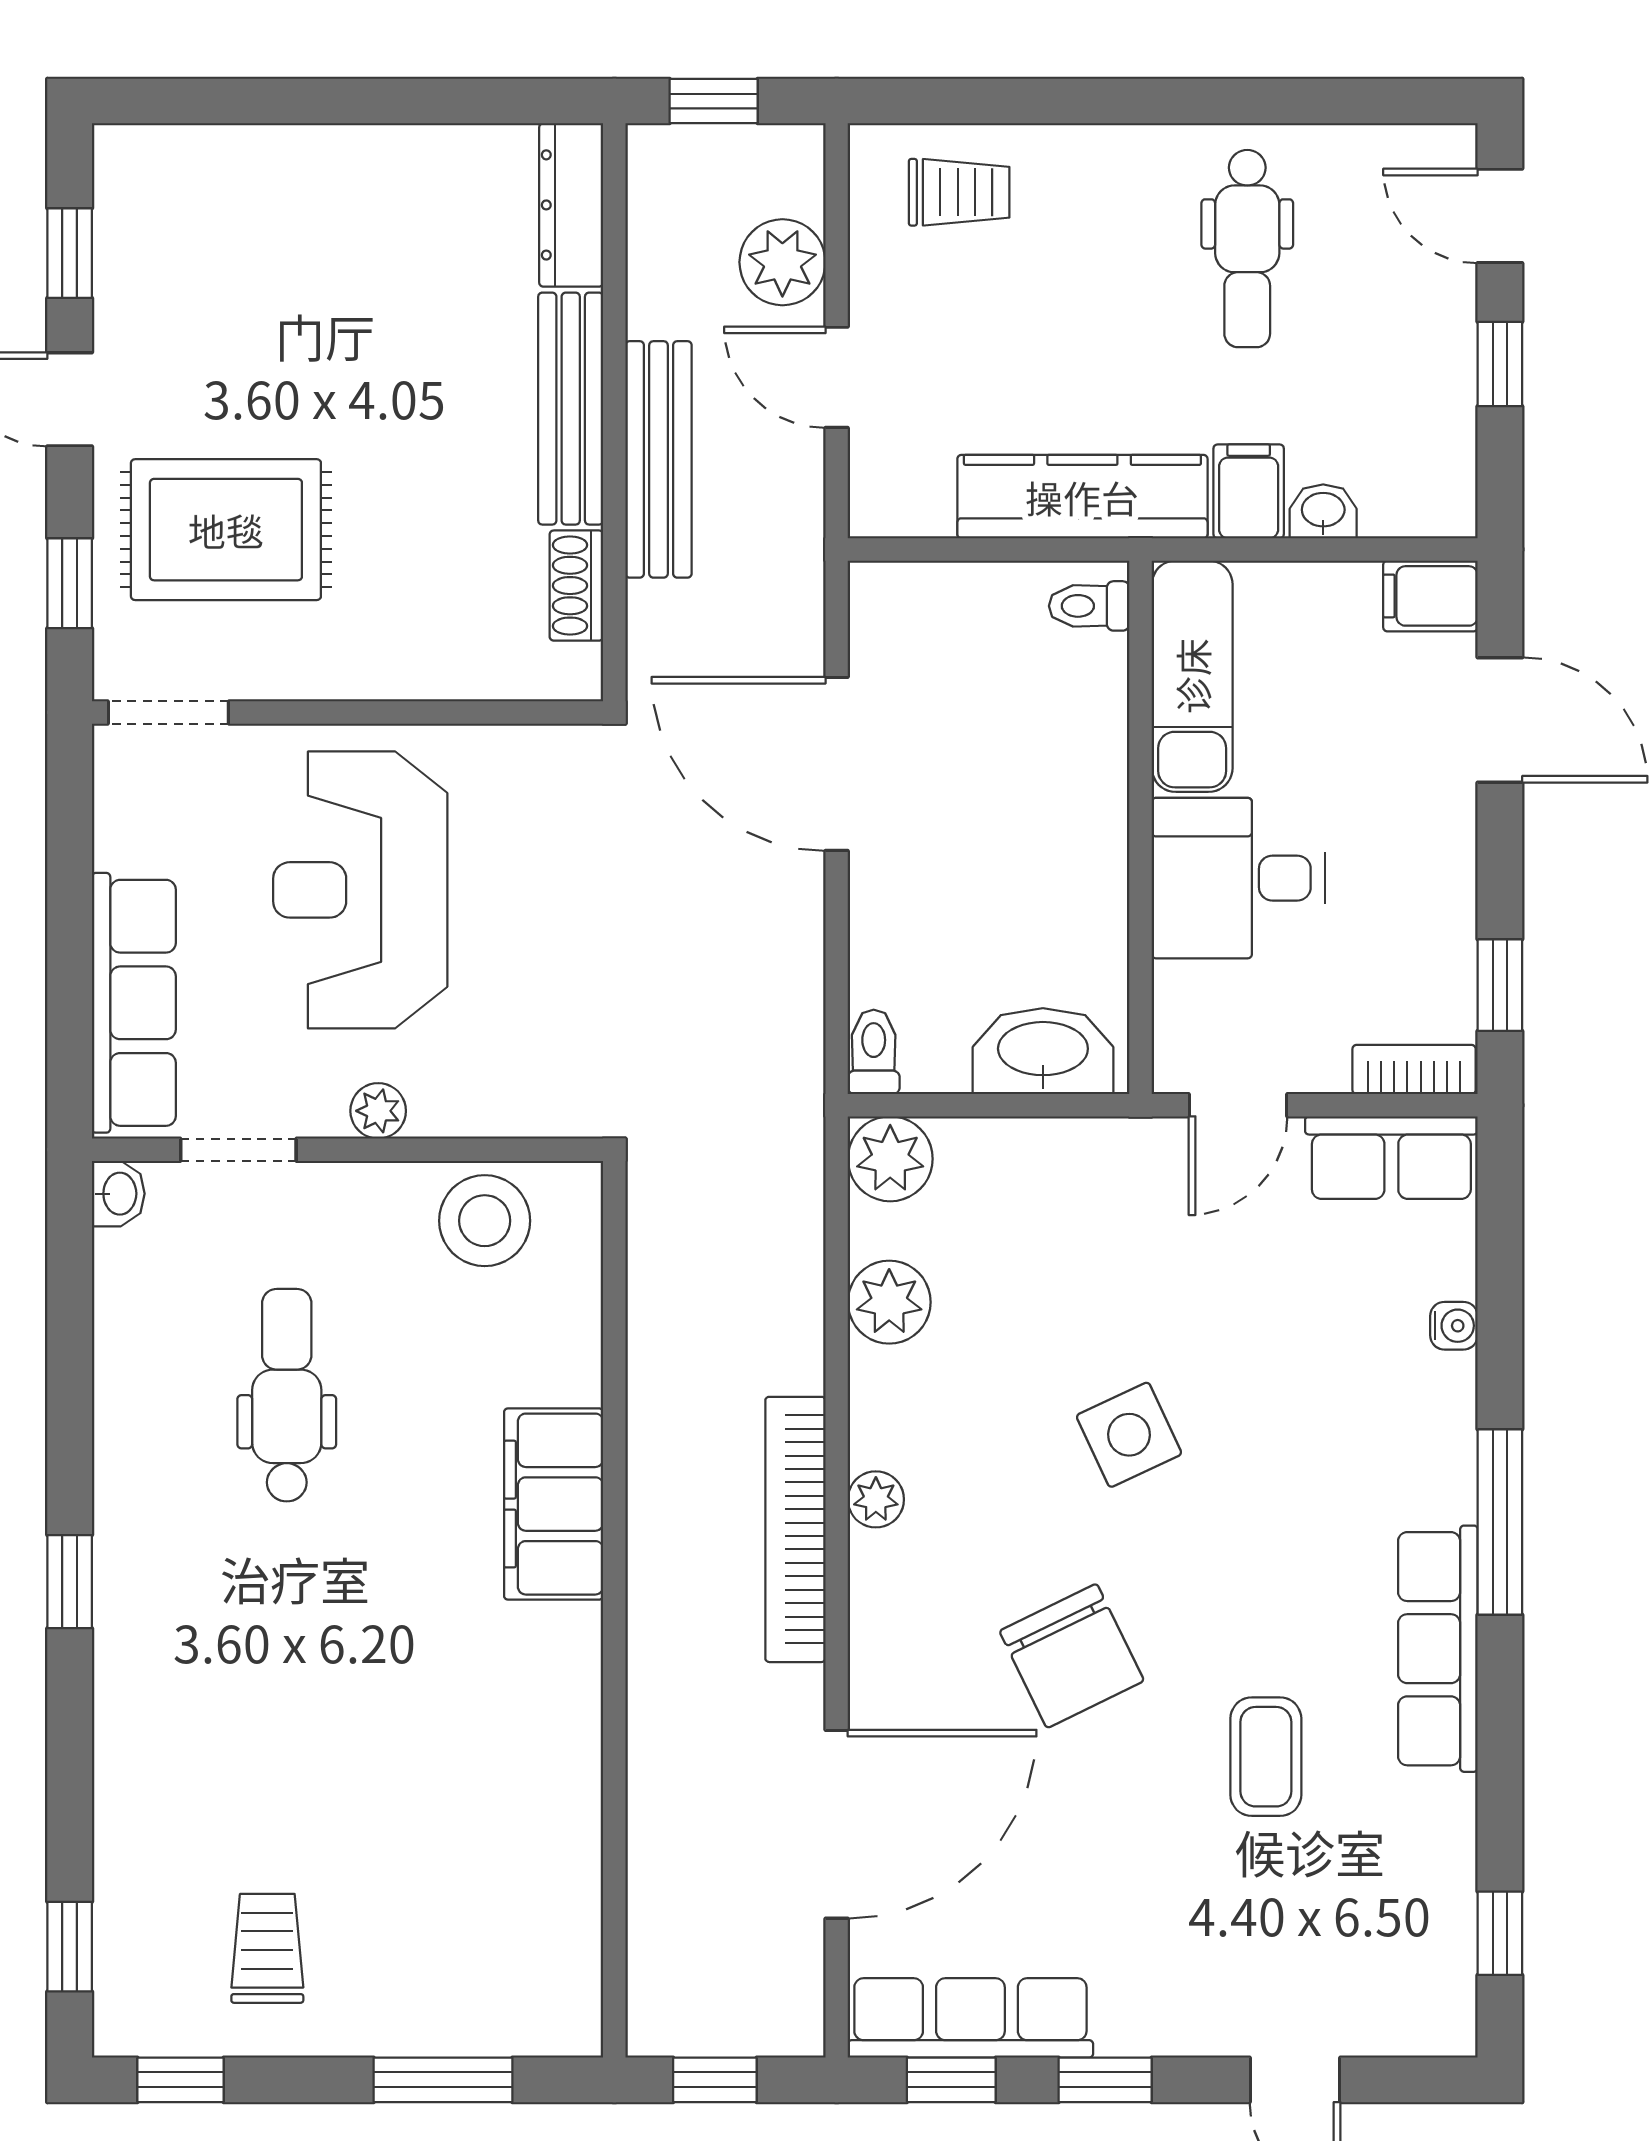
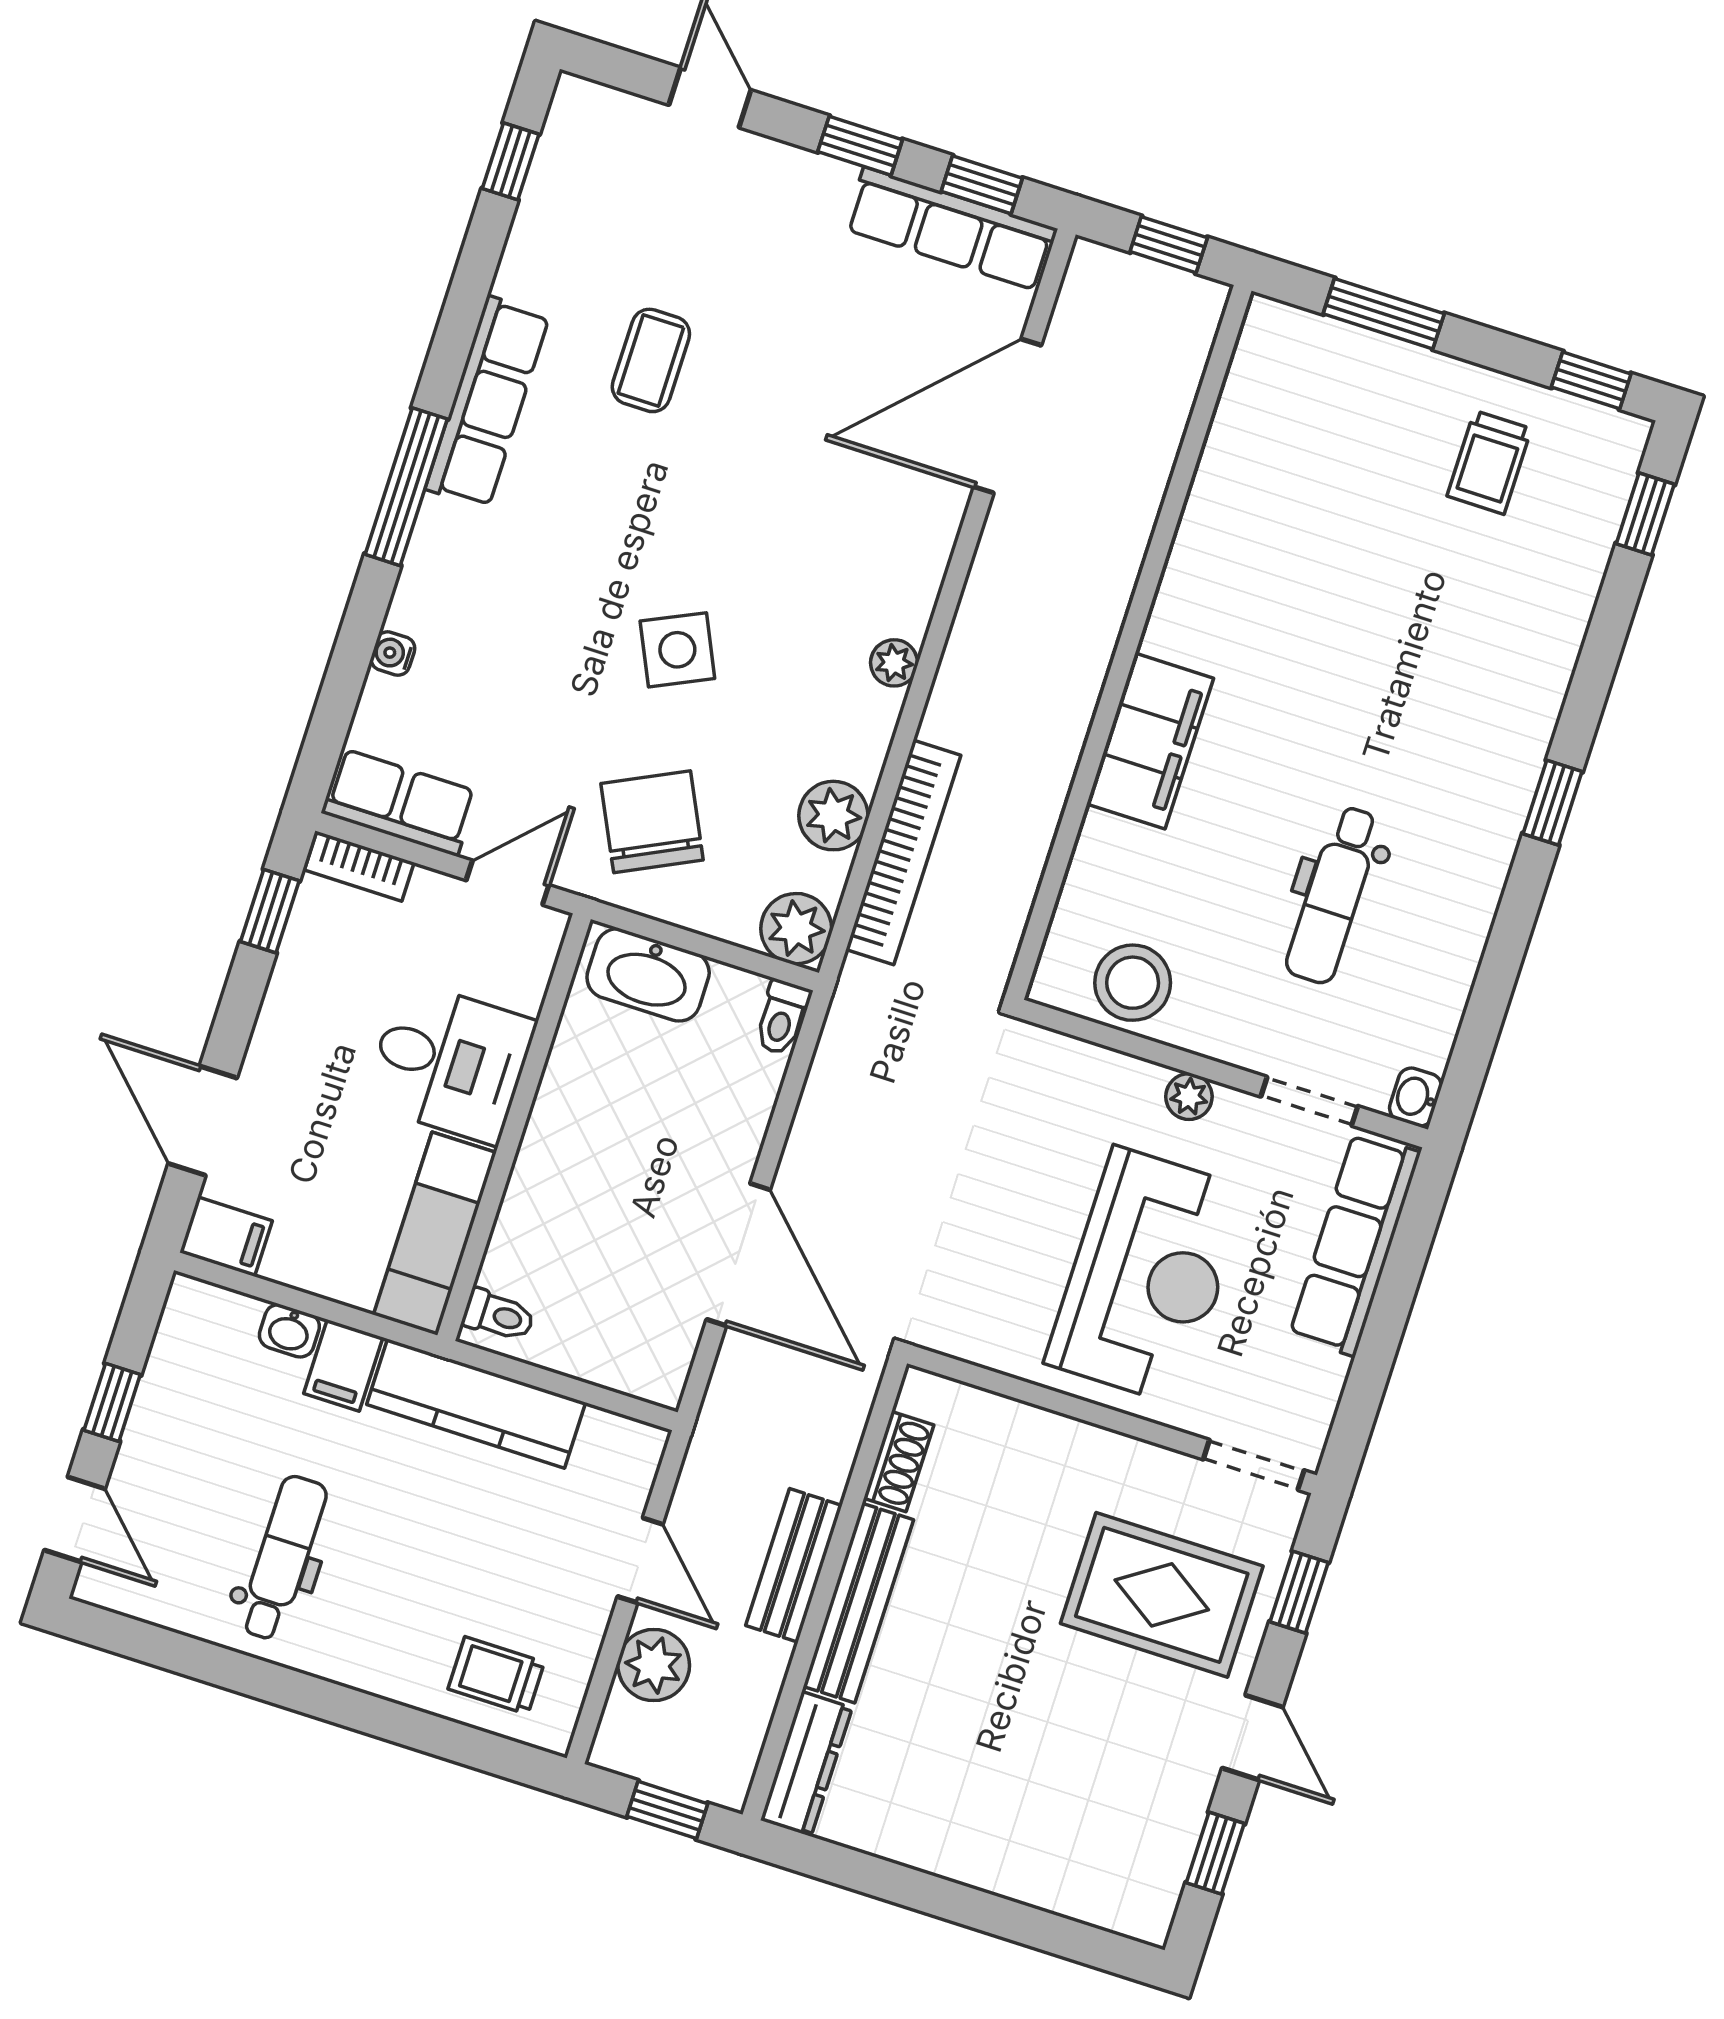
bench: (659, 459) -> (794, 1565), width x0.73
bookcase: (795, 1529) -> (903, 852), moved
chair: (1072, 1656) -> (652, 822), moved

